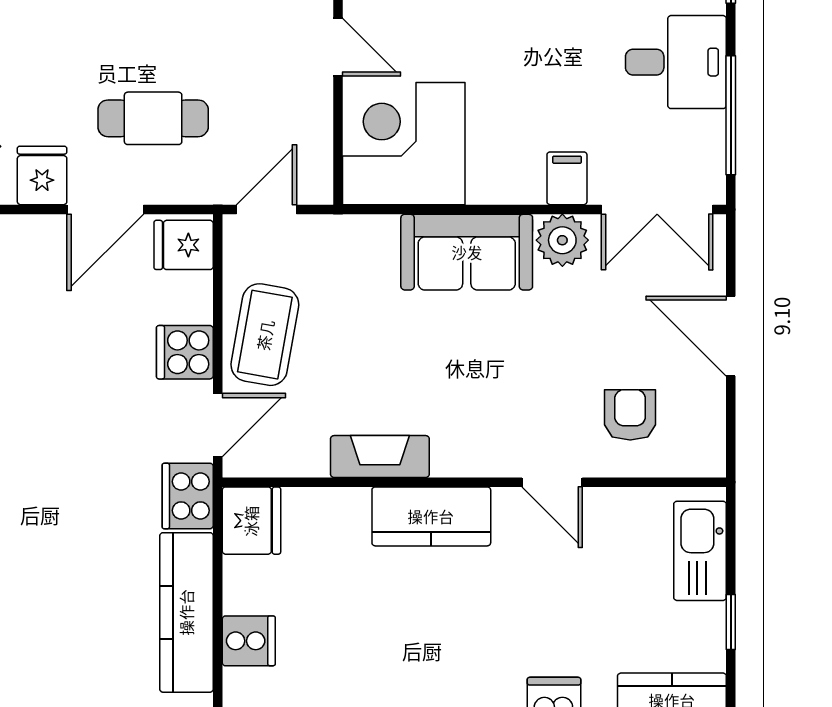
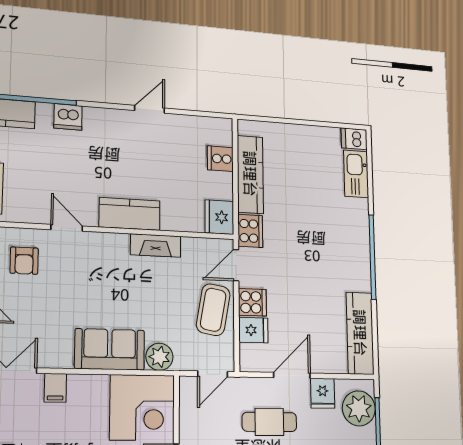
plant: (562, 240) -> (159, 357), moved
fridge: (184, 245) -> (253, 330), moved

